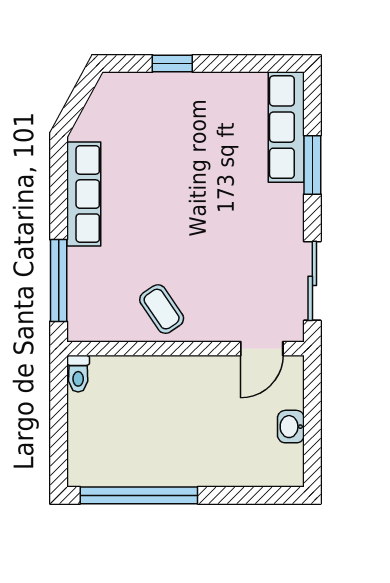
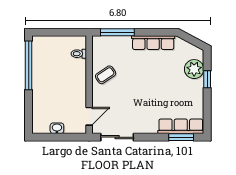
plant: (148, 95) -> (194, 69), added
window: (312, 165) -> (181, 137), moved
door: (262, 349) -> (89, 116), swing flipped
toilet: (78, 374) -> (79, 54), moved

